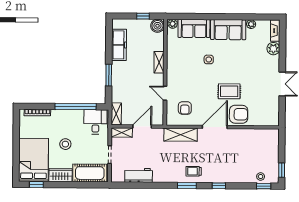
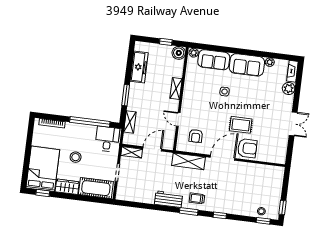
shelving: (116, 114) -> (130, 122), moved
workbench: (139, 175) -> (168, 199), moved

